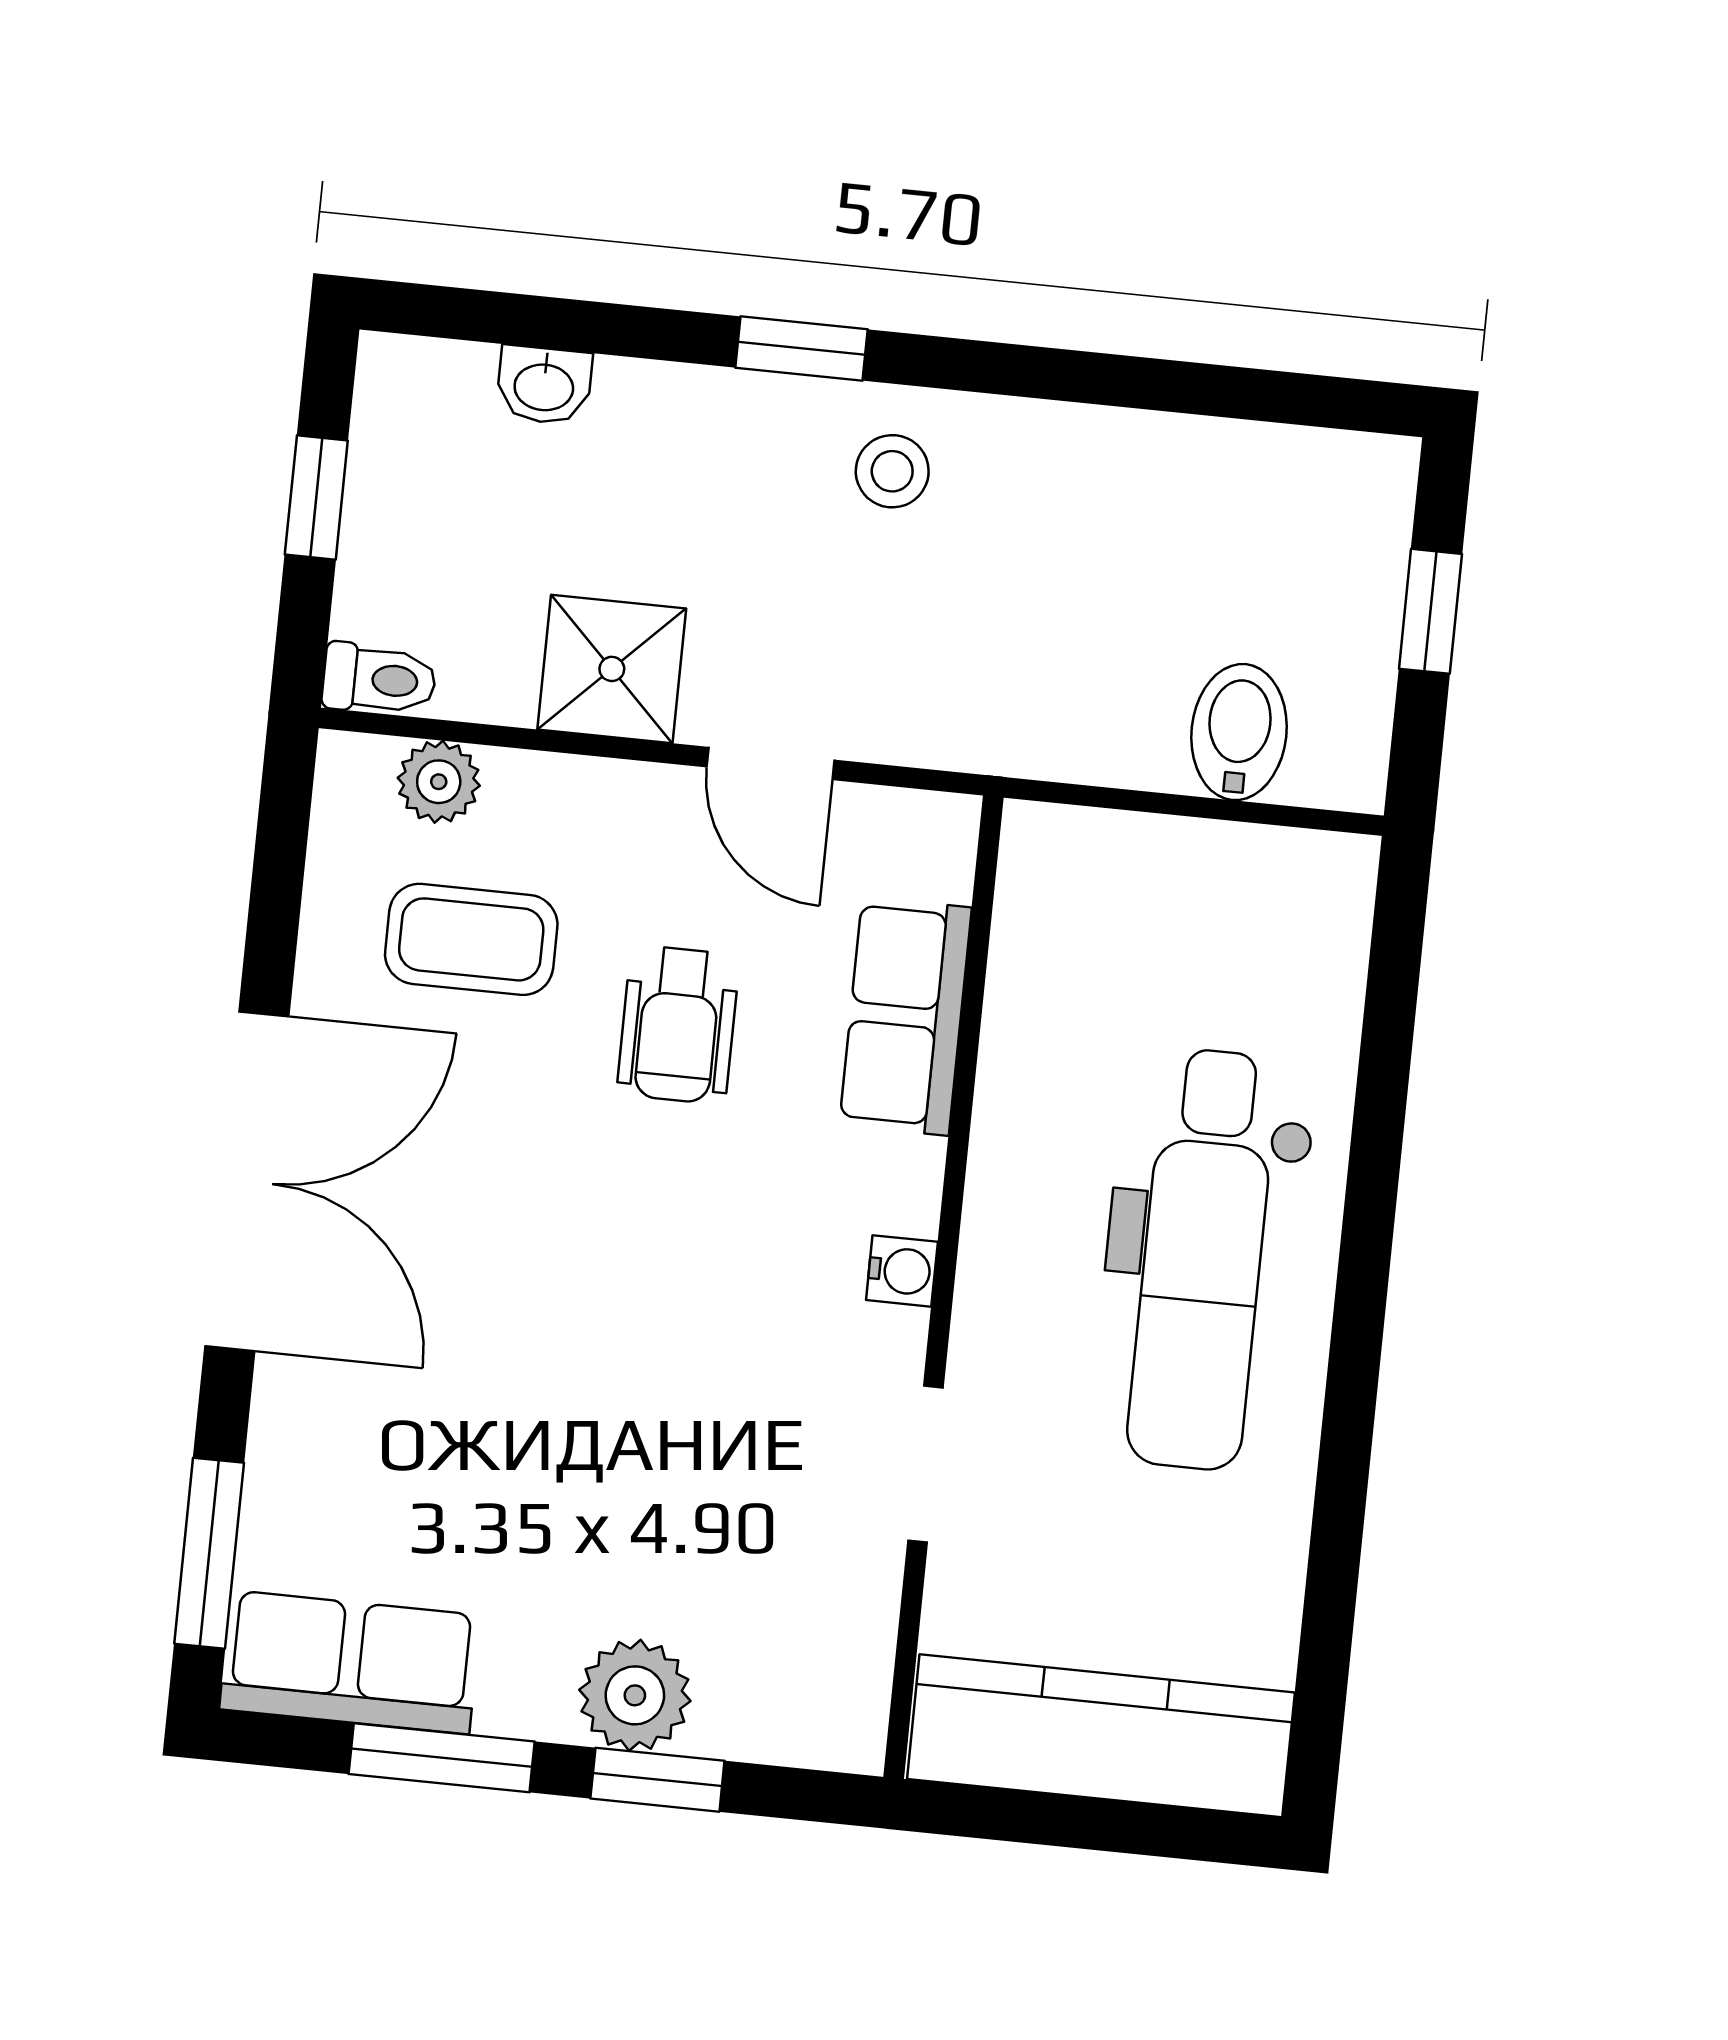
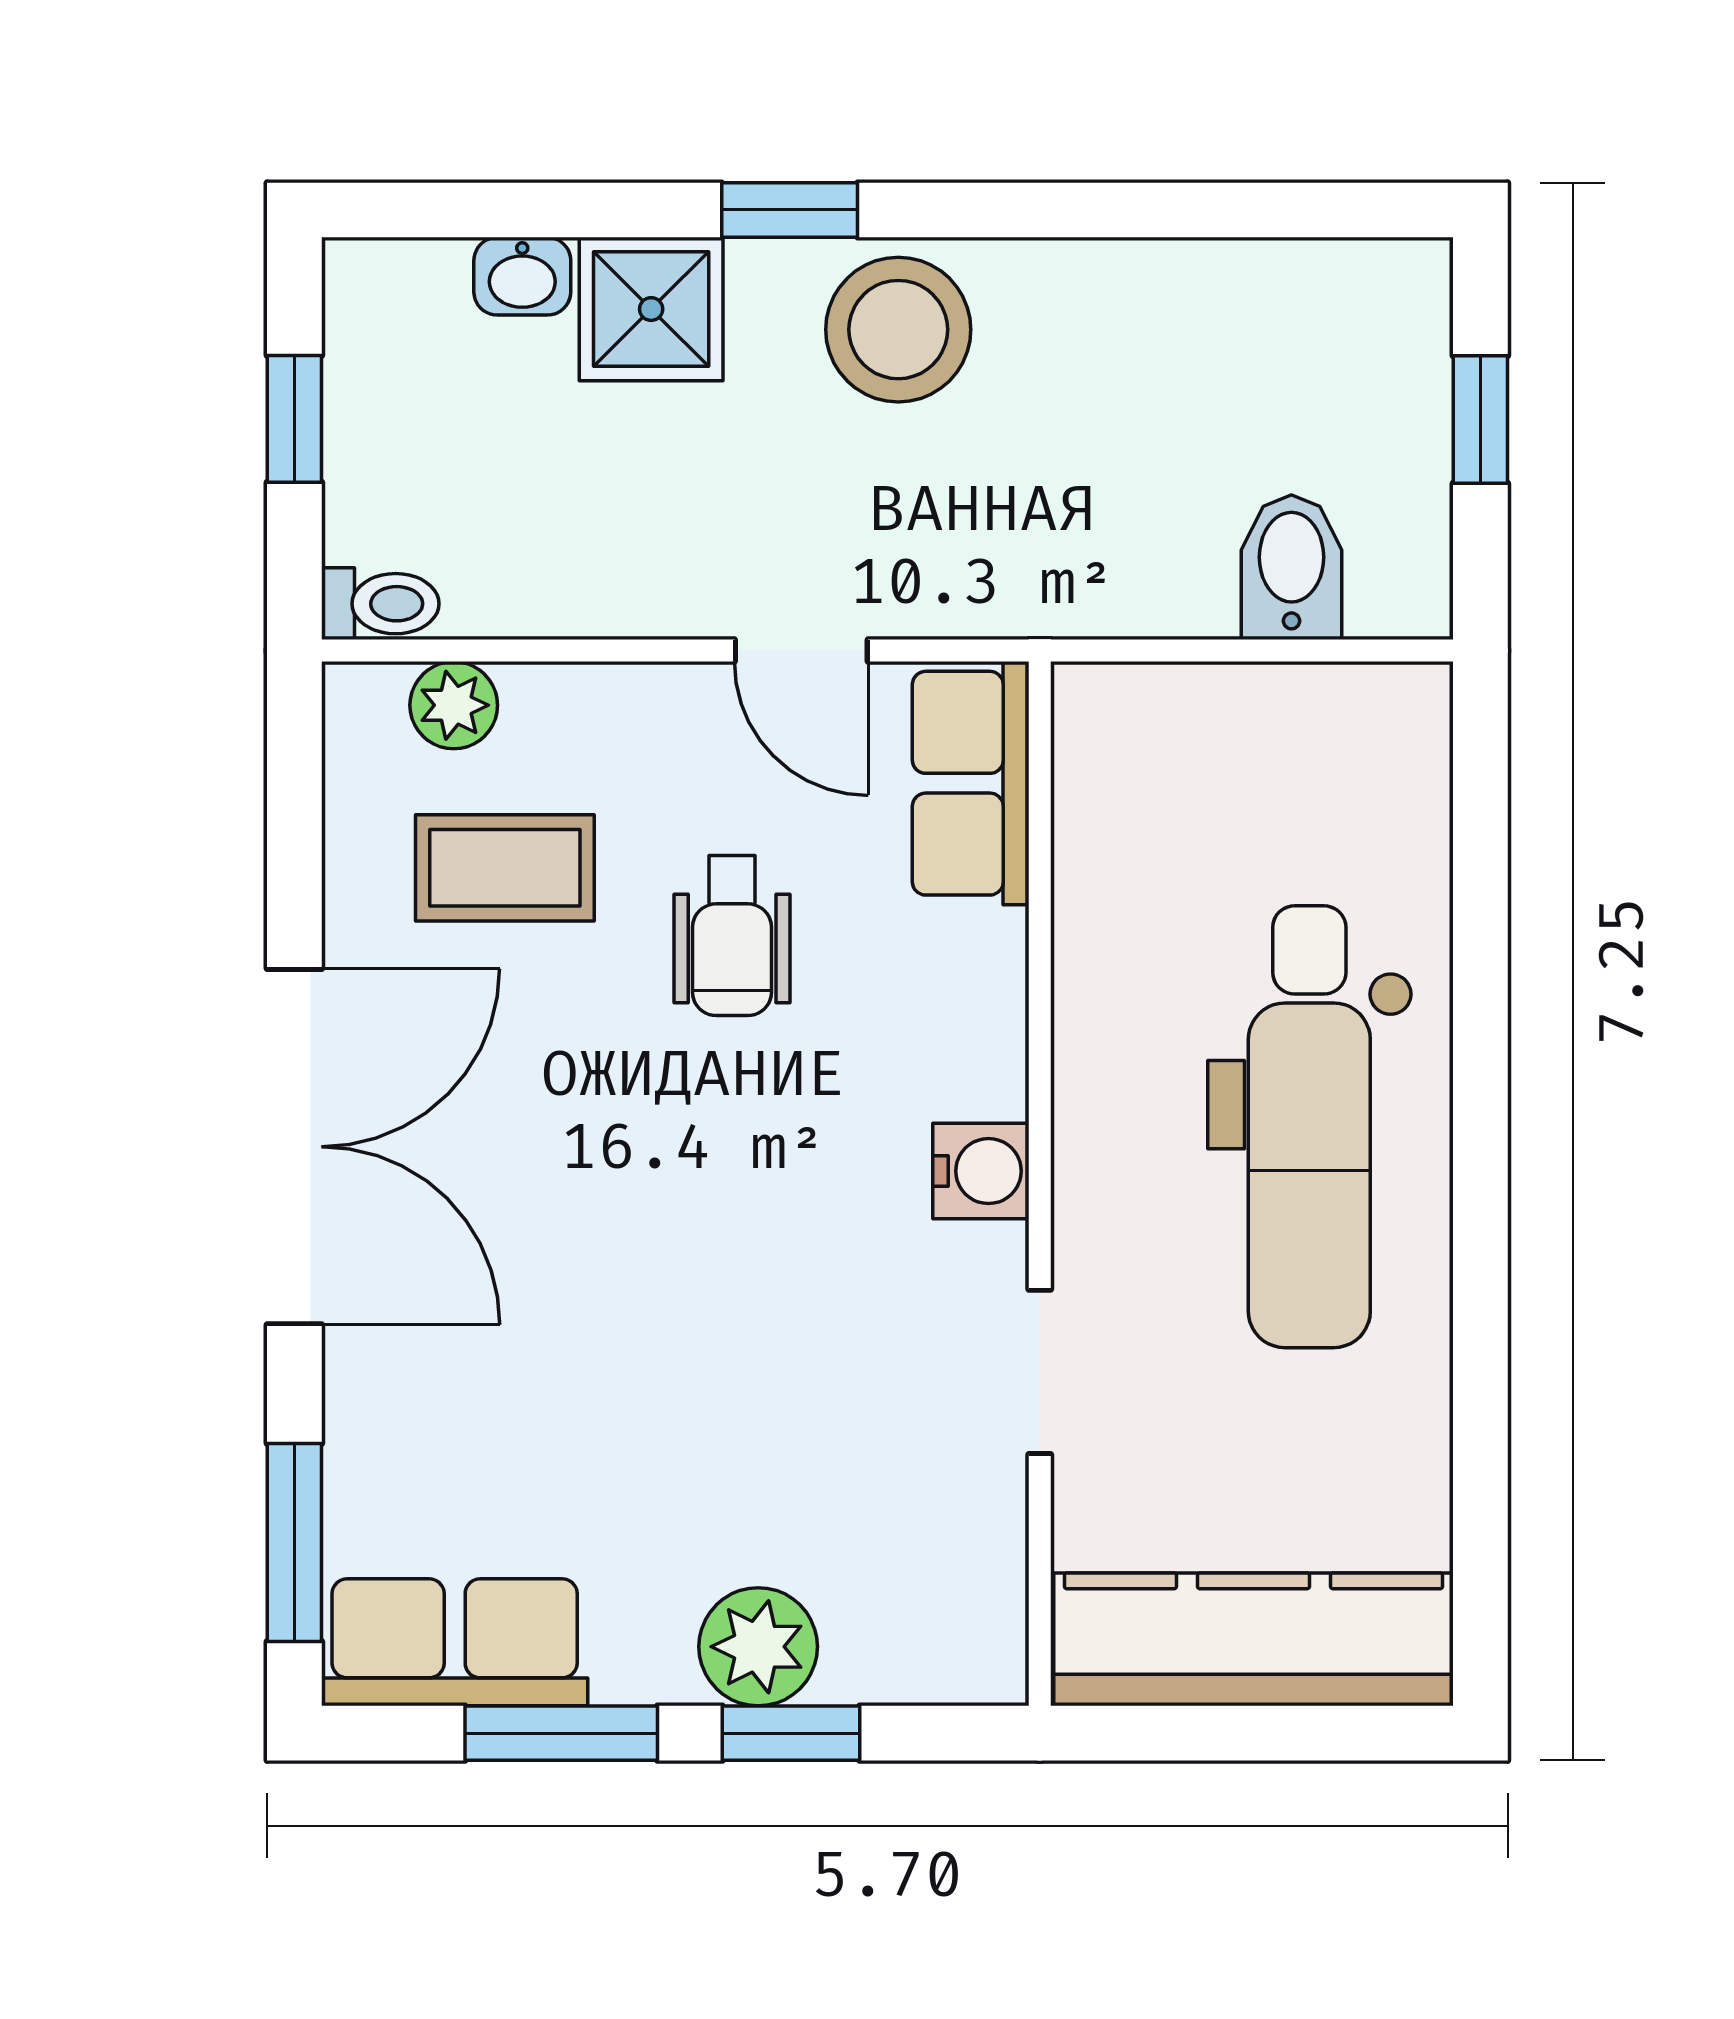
stool: (892, 471) -> (898, 330), width x1.89, depth x1.89
shower: (612, 669) -> (651, 309), moved
row of seats: (905, 1016) -> (971, 783), moved
water cooler: (902, 1271) -> (981, 1171), width x1.38, depth x1.38

